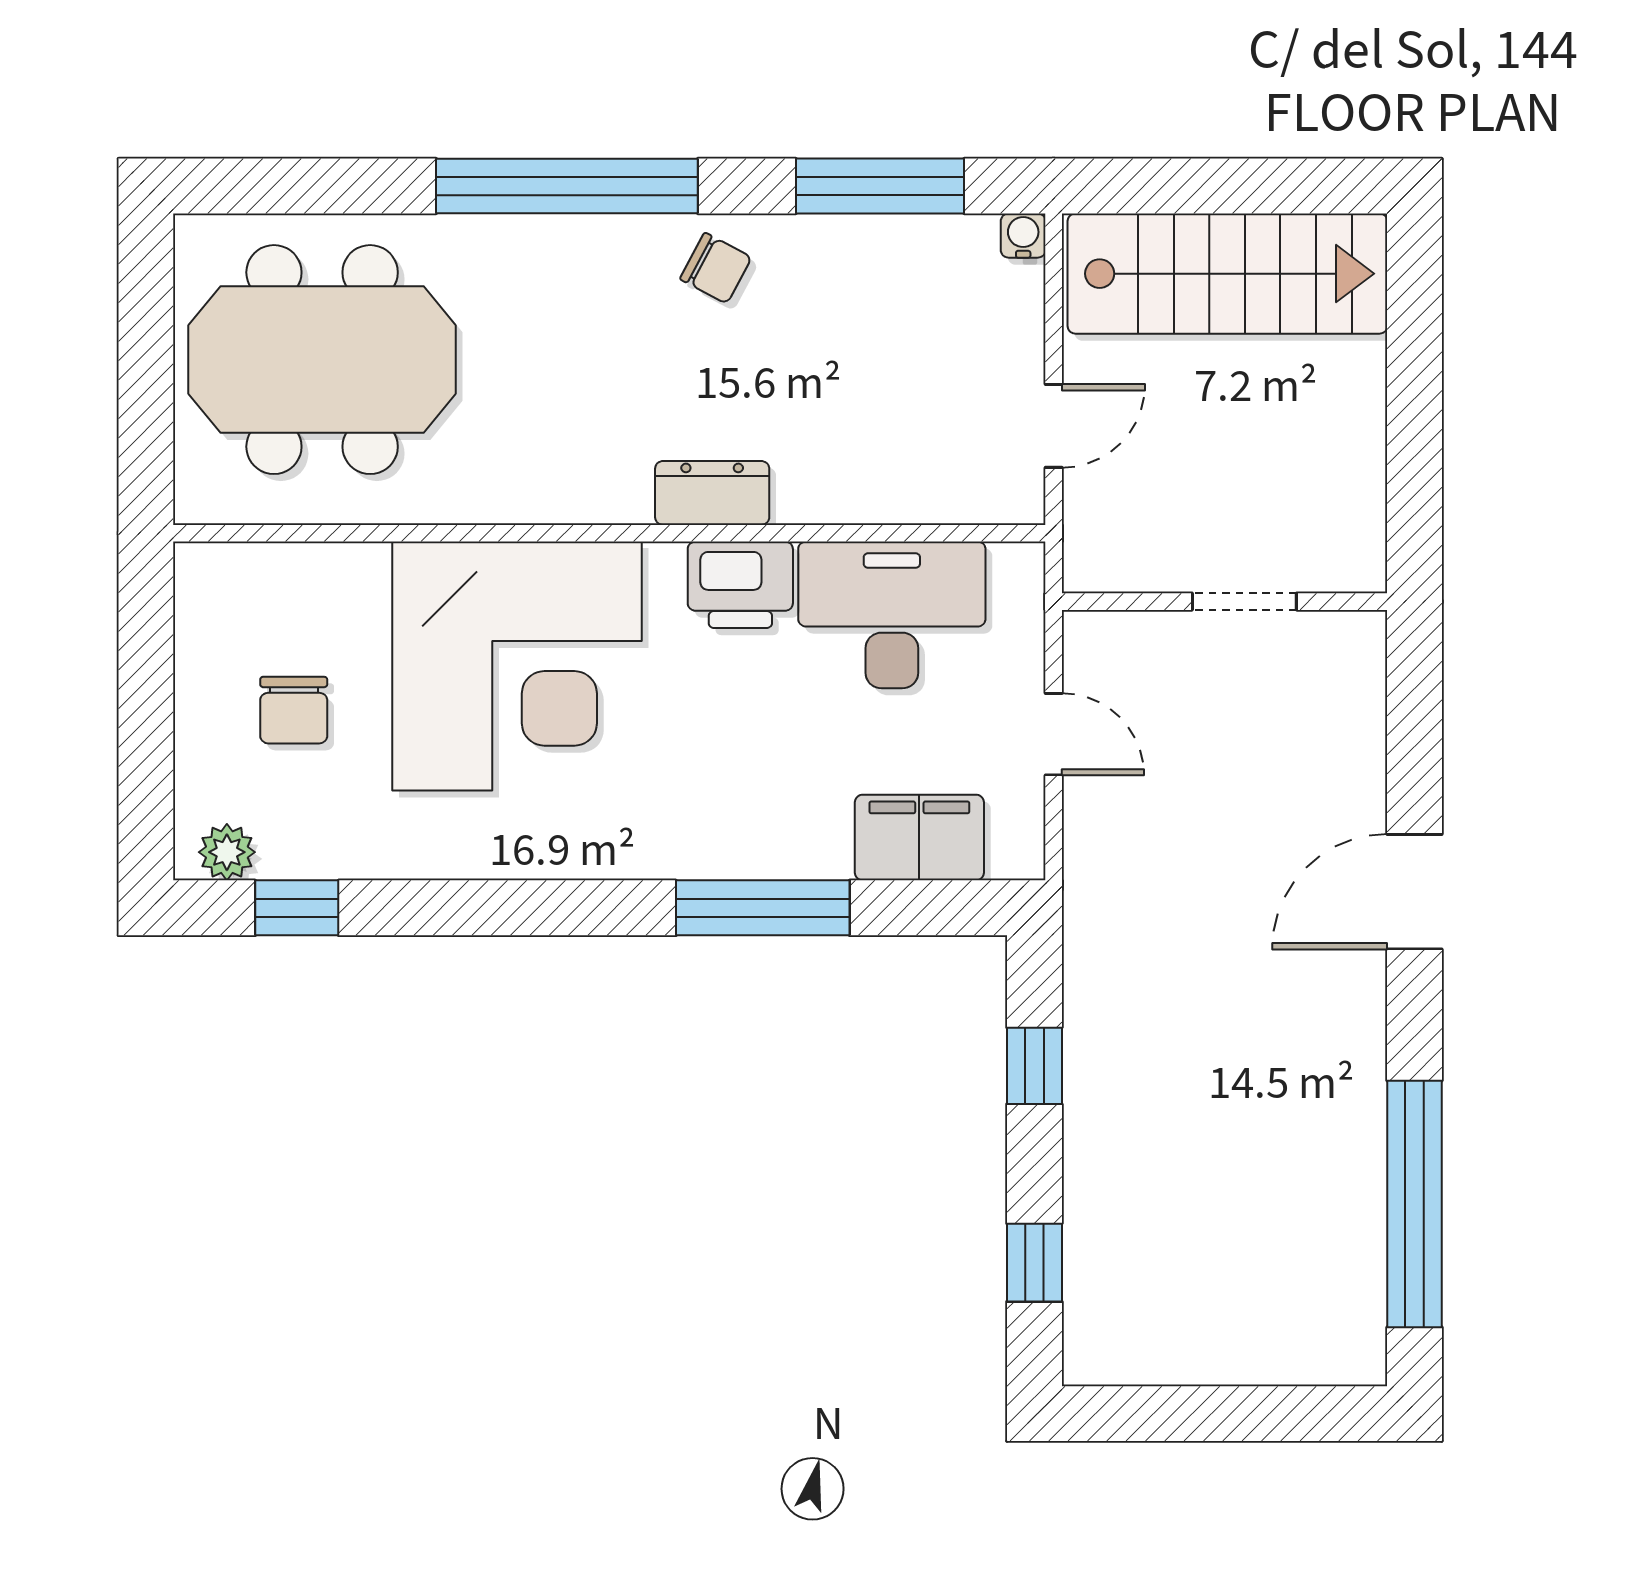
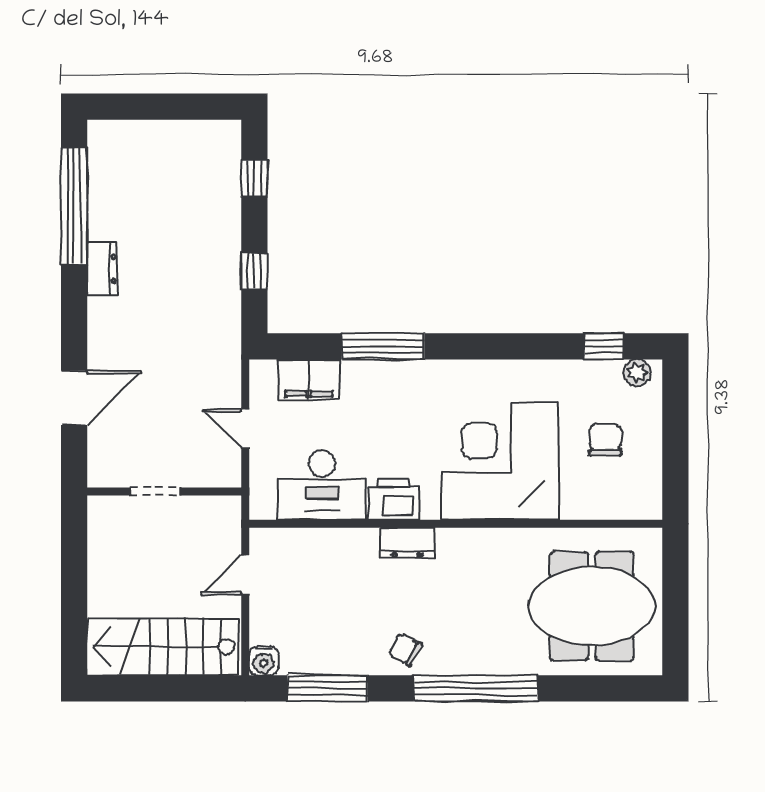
water cooler: (1023, 236) -> (264, 661), width x1.38, depth x1.38
door: (1415, 892) -> (74, 398), moved
dresser: (1356, 1071) -> (102, 269), added

